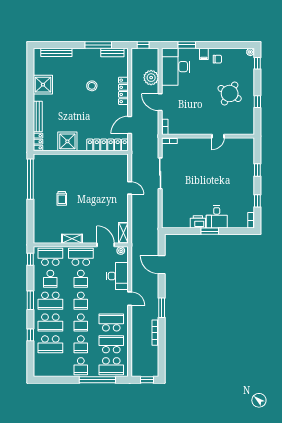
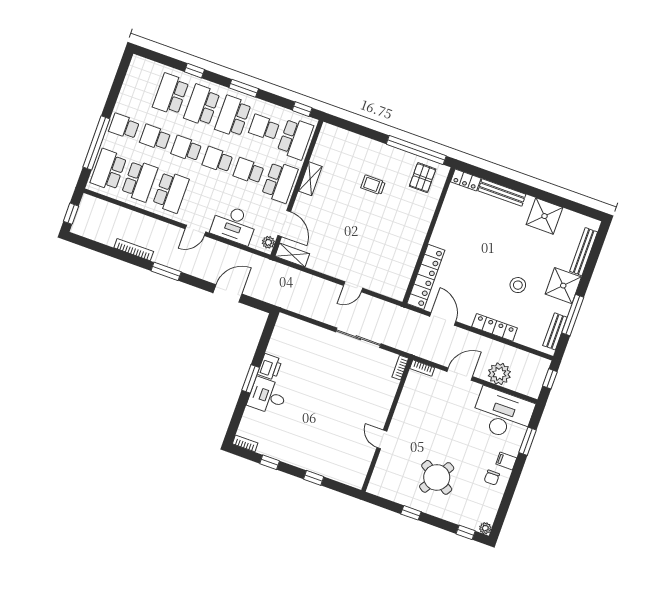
shower: (67, 141) -> (563, 286), moved
pallet: (46, 169) -> (423, 178), added
door: (106, 245) -> (284, 224), hinge flipped

